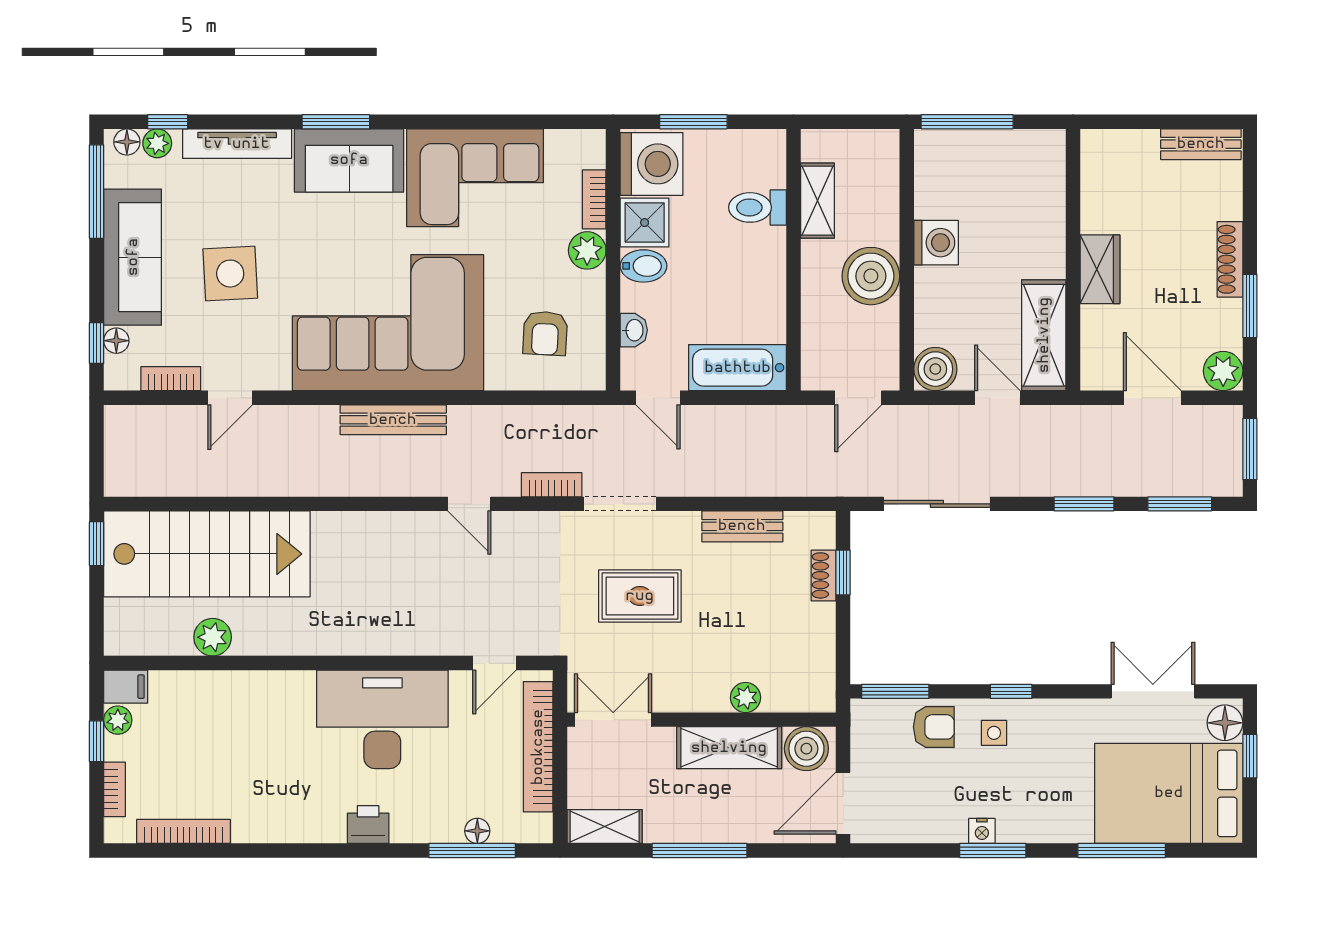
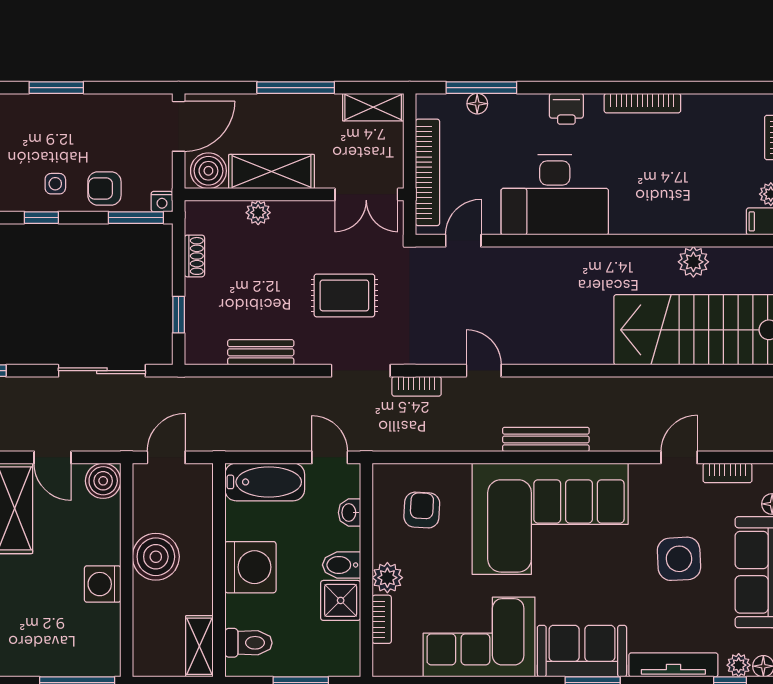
washing machine: (652, 164) -> (250, 567), moved, turned 180
shelving: (817, 201) -> (199, 646), moved
toilet: (757, 207) -> (248, 643), moved
shoe rack: (824, 575) -> (194, 256), moved
bookcase: (183, 831) -> (642, 103), moved
nightstand: (982, 831) -> (162, 202), moved, turned 180

